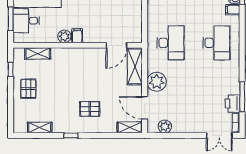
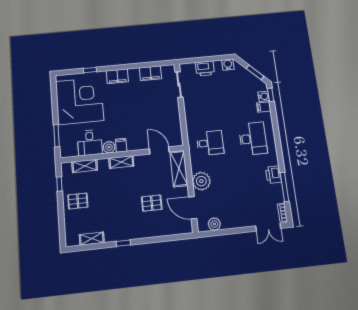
desk: (26, 21) -> (90, 143), moved, turned -90
desk: (171, 43) -> (210, 143), width x0.73
door: (116, 45) -> (159, 150), swing flipped
pallet: (28, 89) -> (78, 201), turned 90
printer: (233, 104) -> (273, 175), moved
pallet: (90, 109) -> (152, 203), moved
shelving: (130, 127) -> (121, 162), moved

